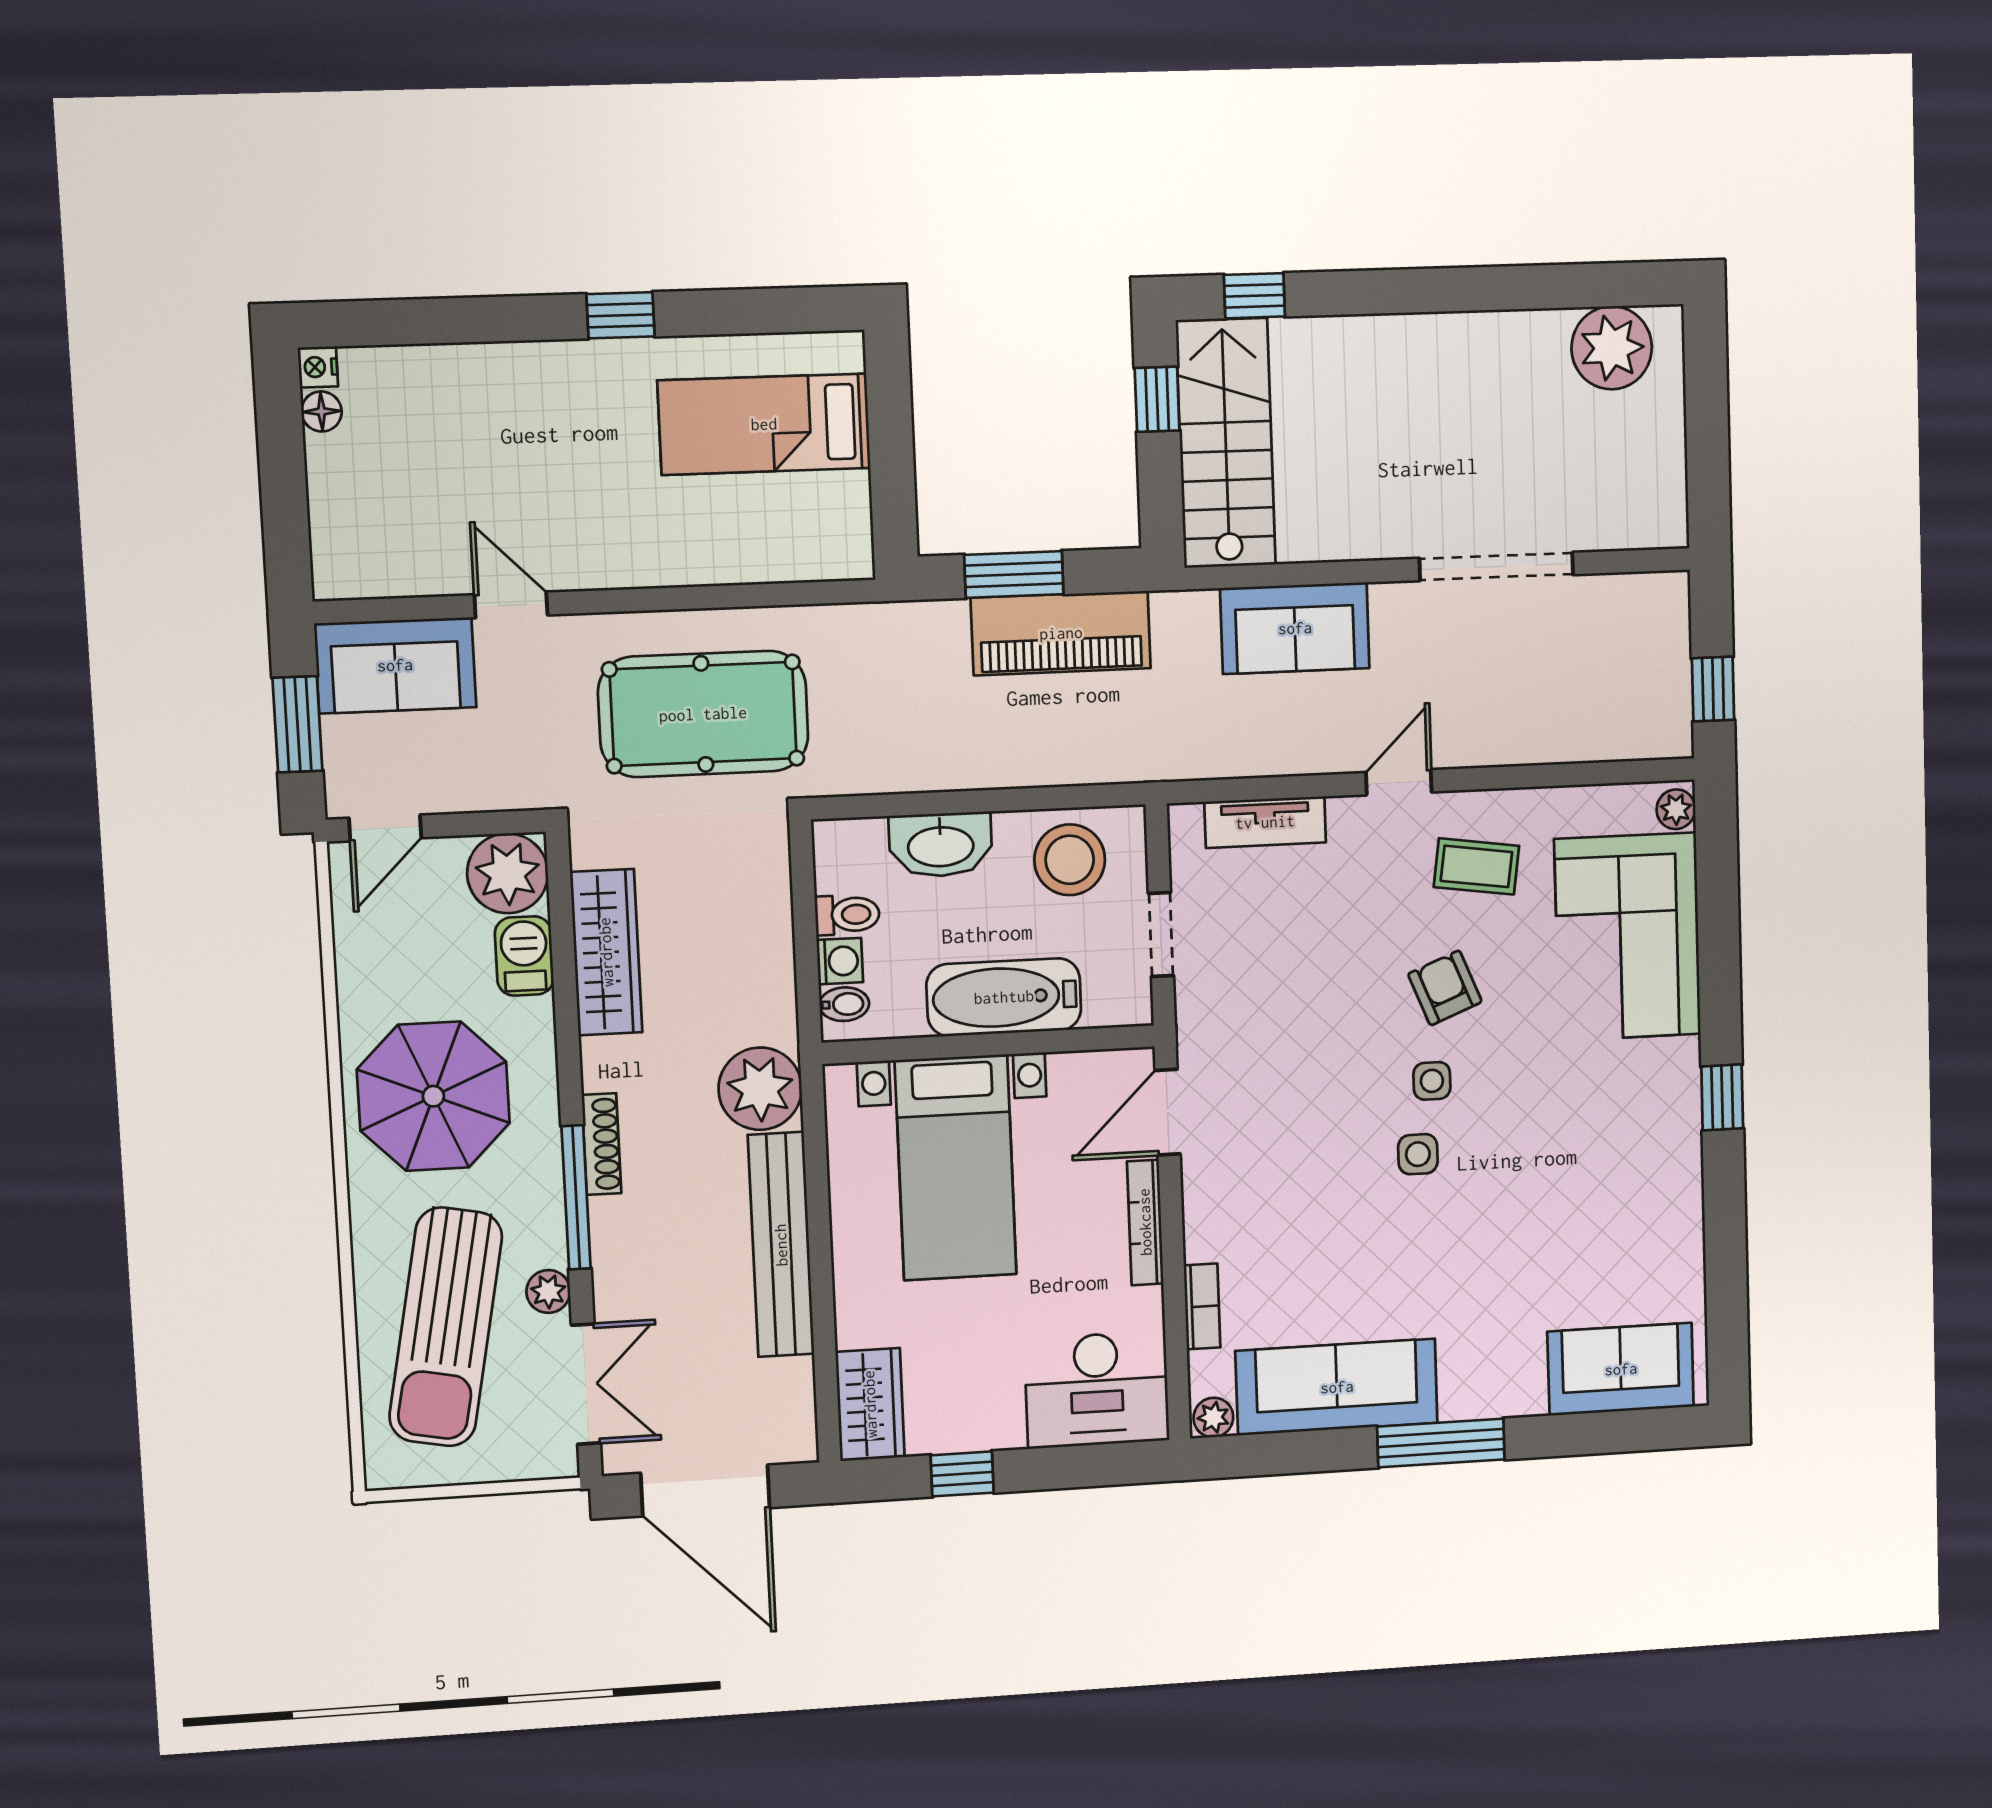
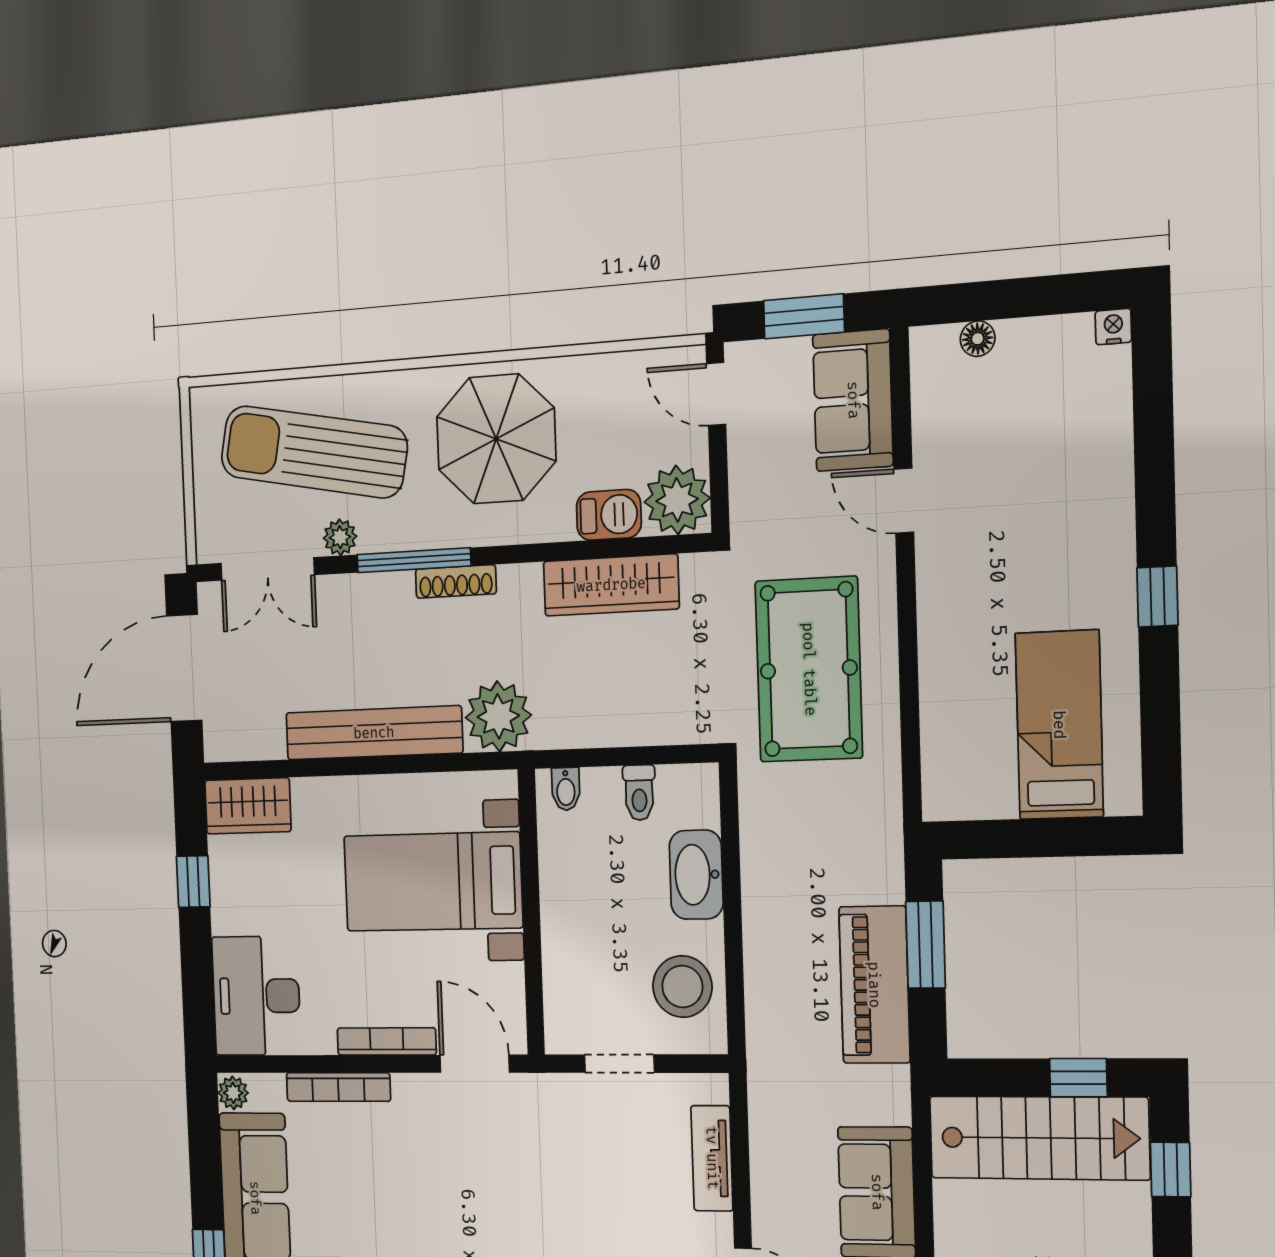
floor lamp: (322, 411) -> (978, 339), moved
door: (511, 605) -> (904, 501), swing flipped
washing machine: (840, 961) -> (601, 786), removed
bathtub: (1004, 997) -> (570, 926), removed
bookcase: (1202, 1306) -> (338, 1087), width x1.56

